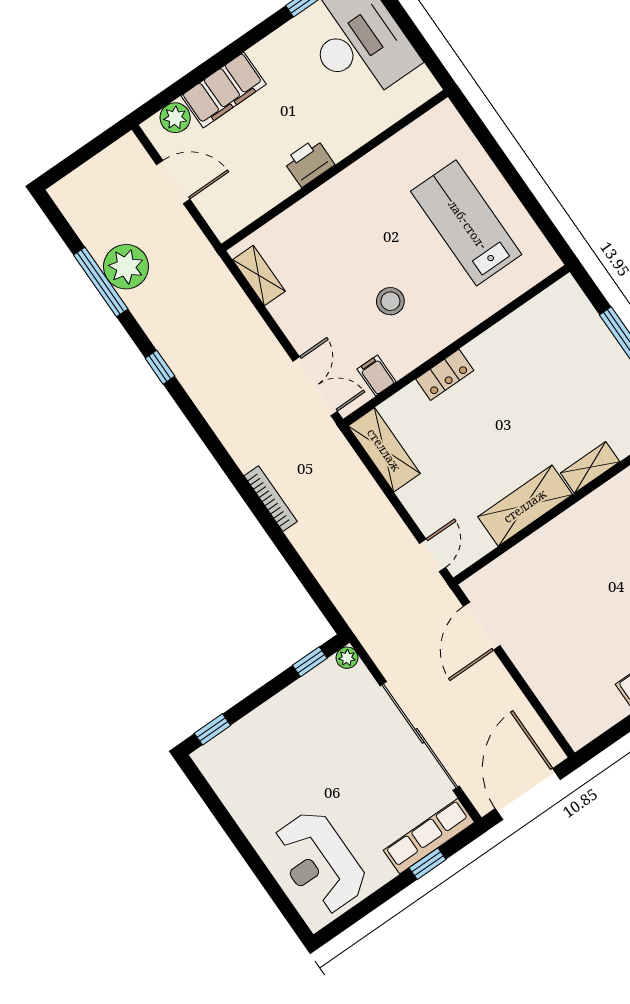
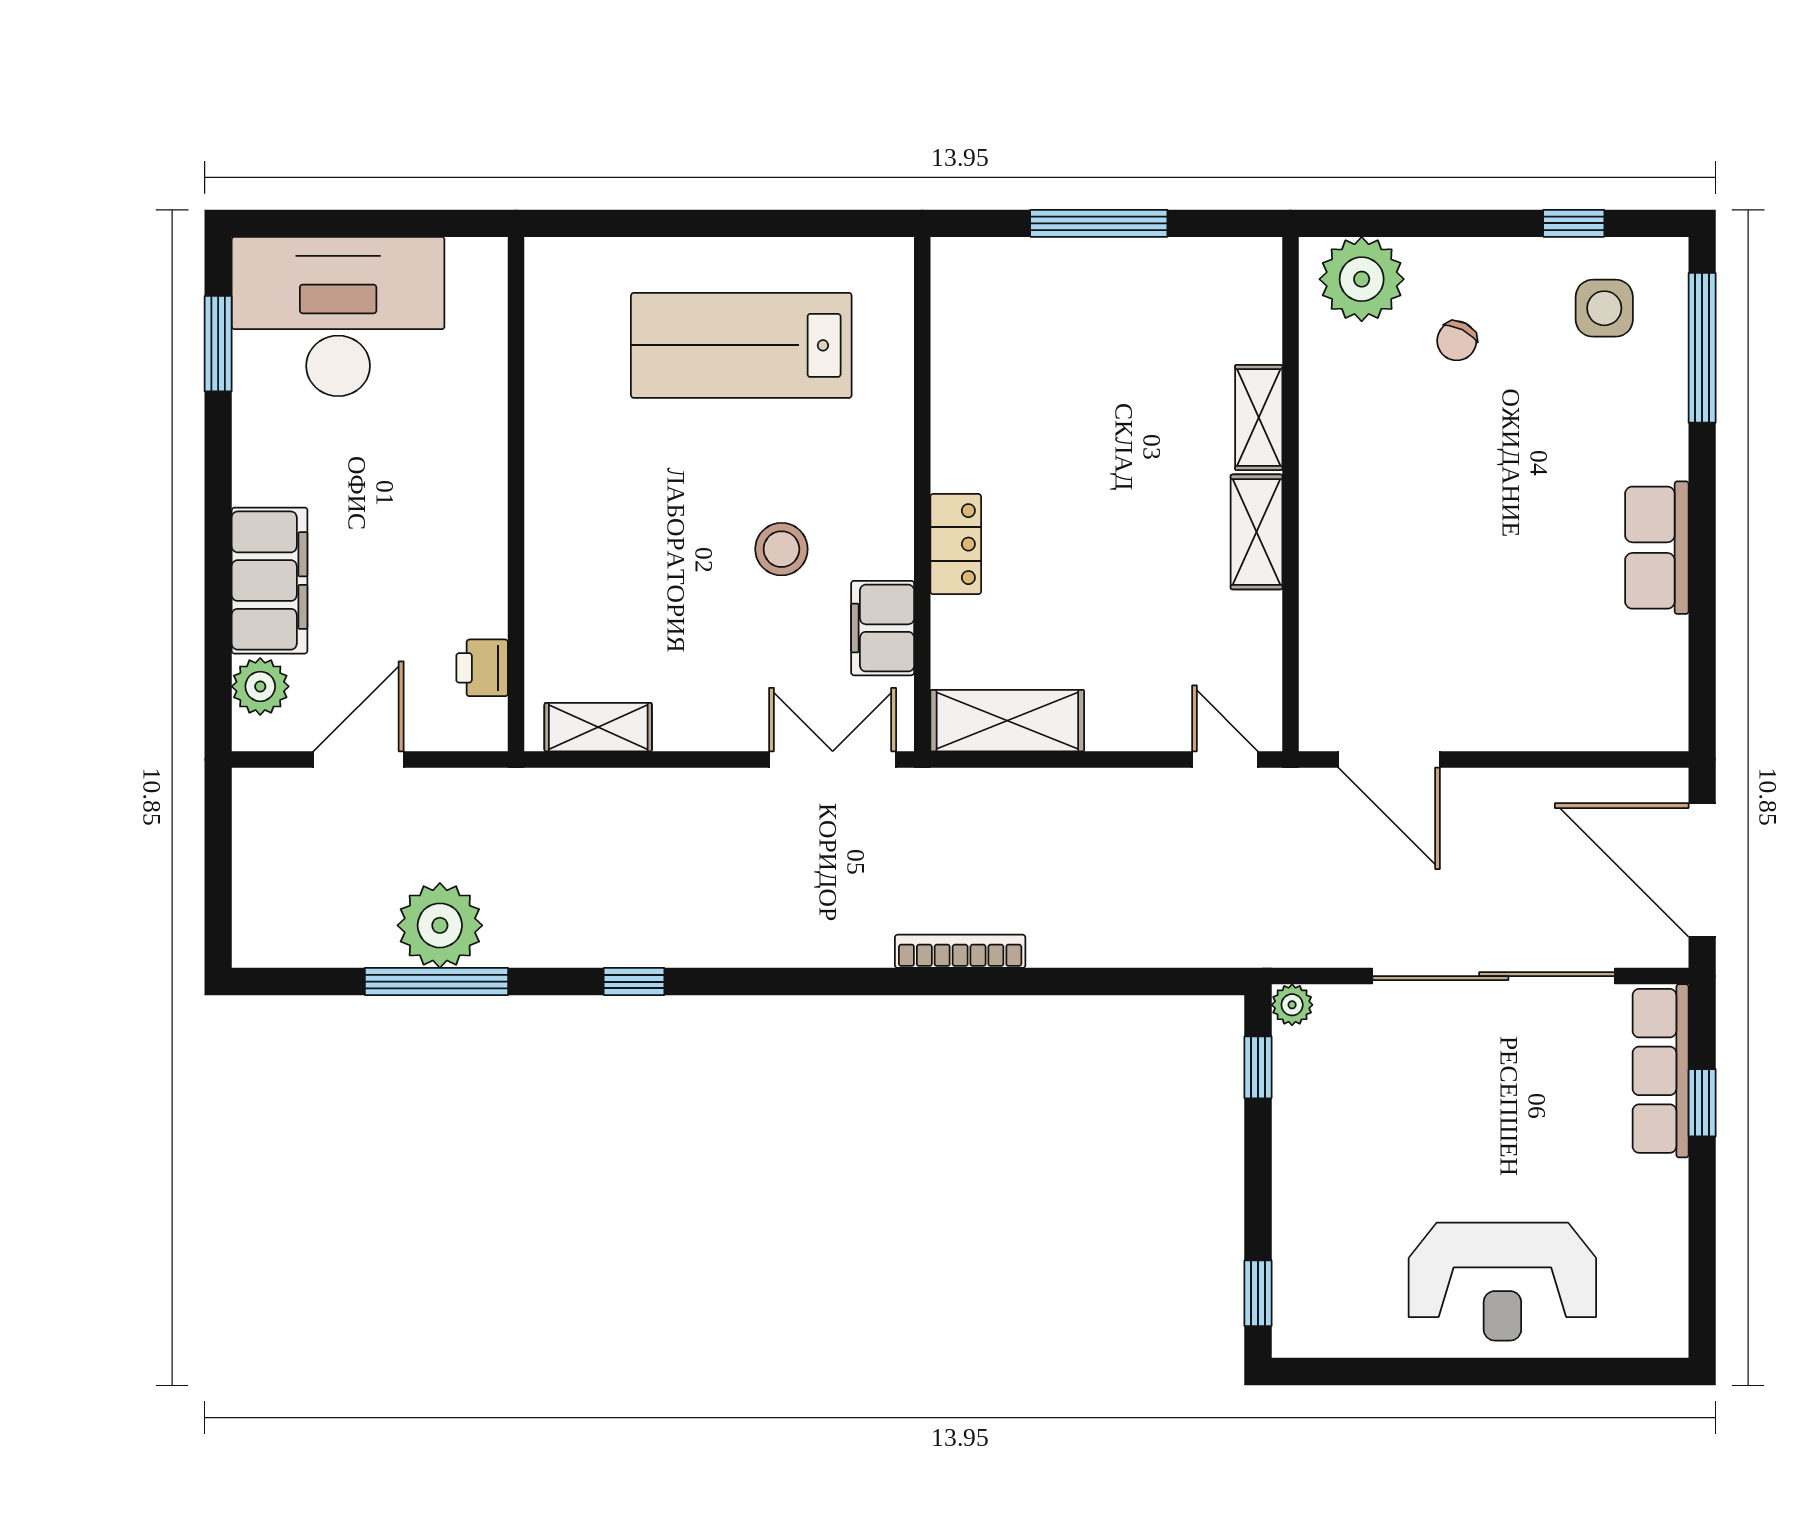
printer: (309, 163) -> (482, 668), moved, width x0.73, depth x0.81
filing cabinet: (377, 375) -> (883, 628), width x2.00
shelving: (525, 506) -> (1257, 532), width x0.67, depth x0.75
reception desk: (319, 862) -> (1502, 1282), moved

